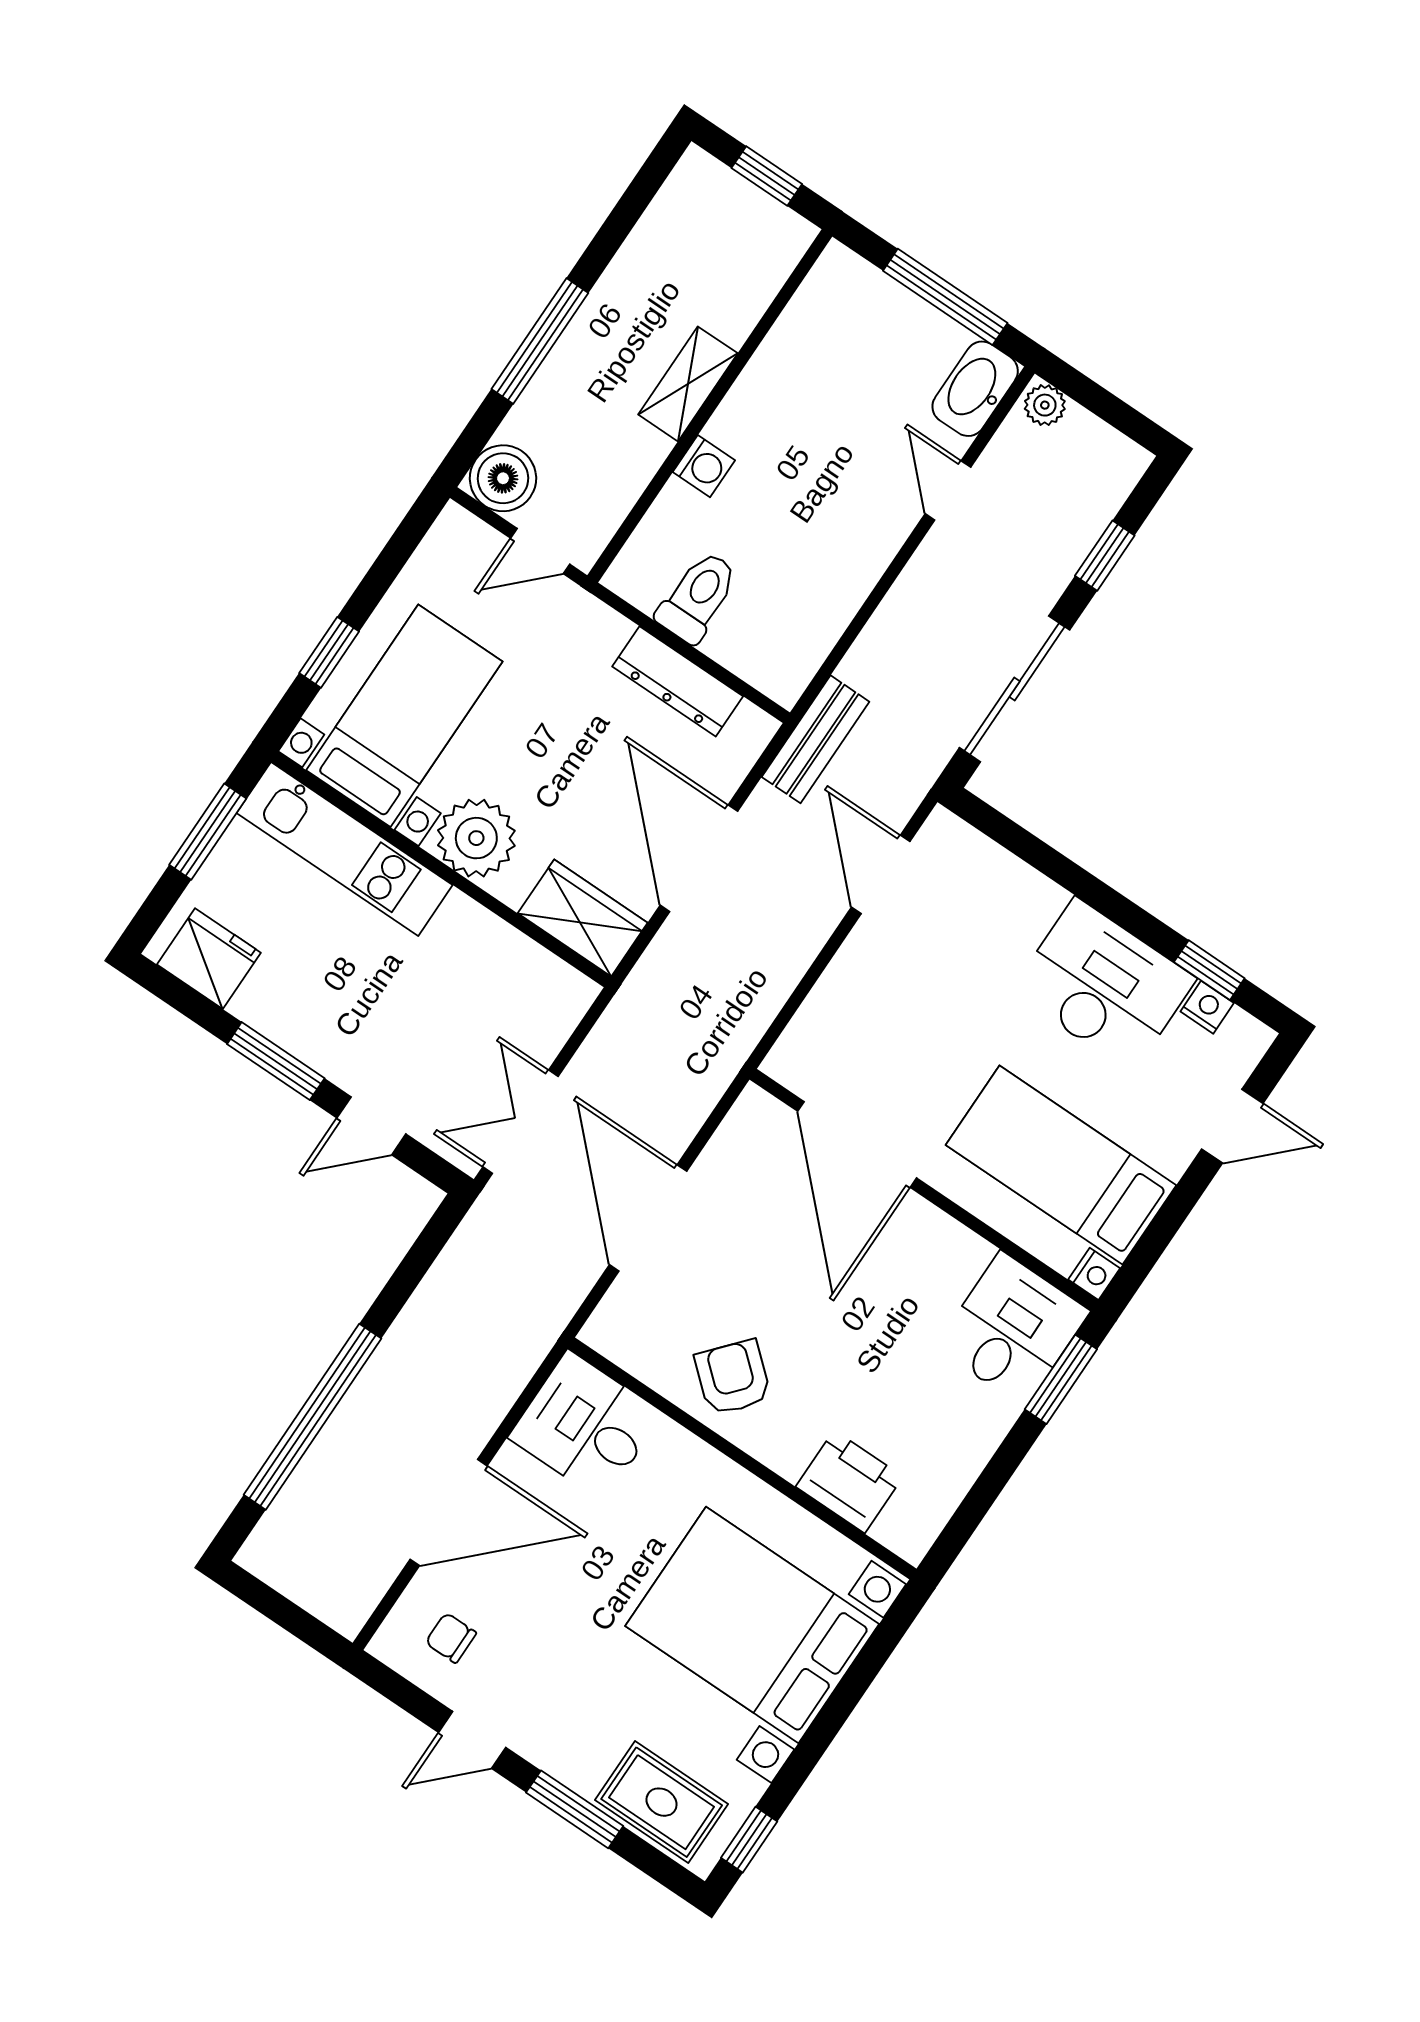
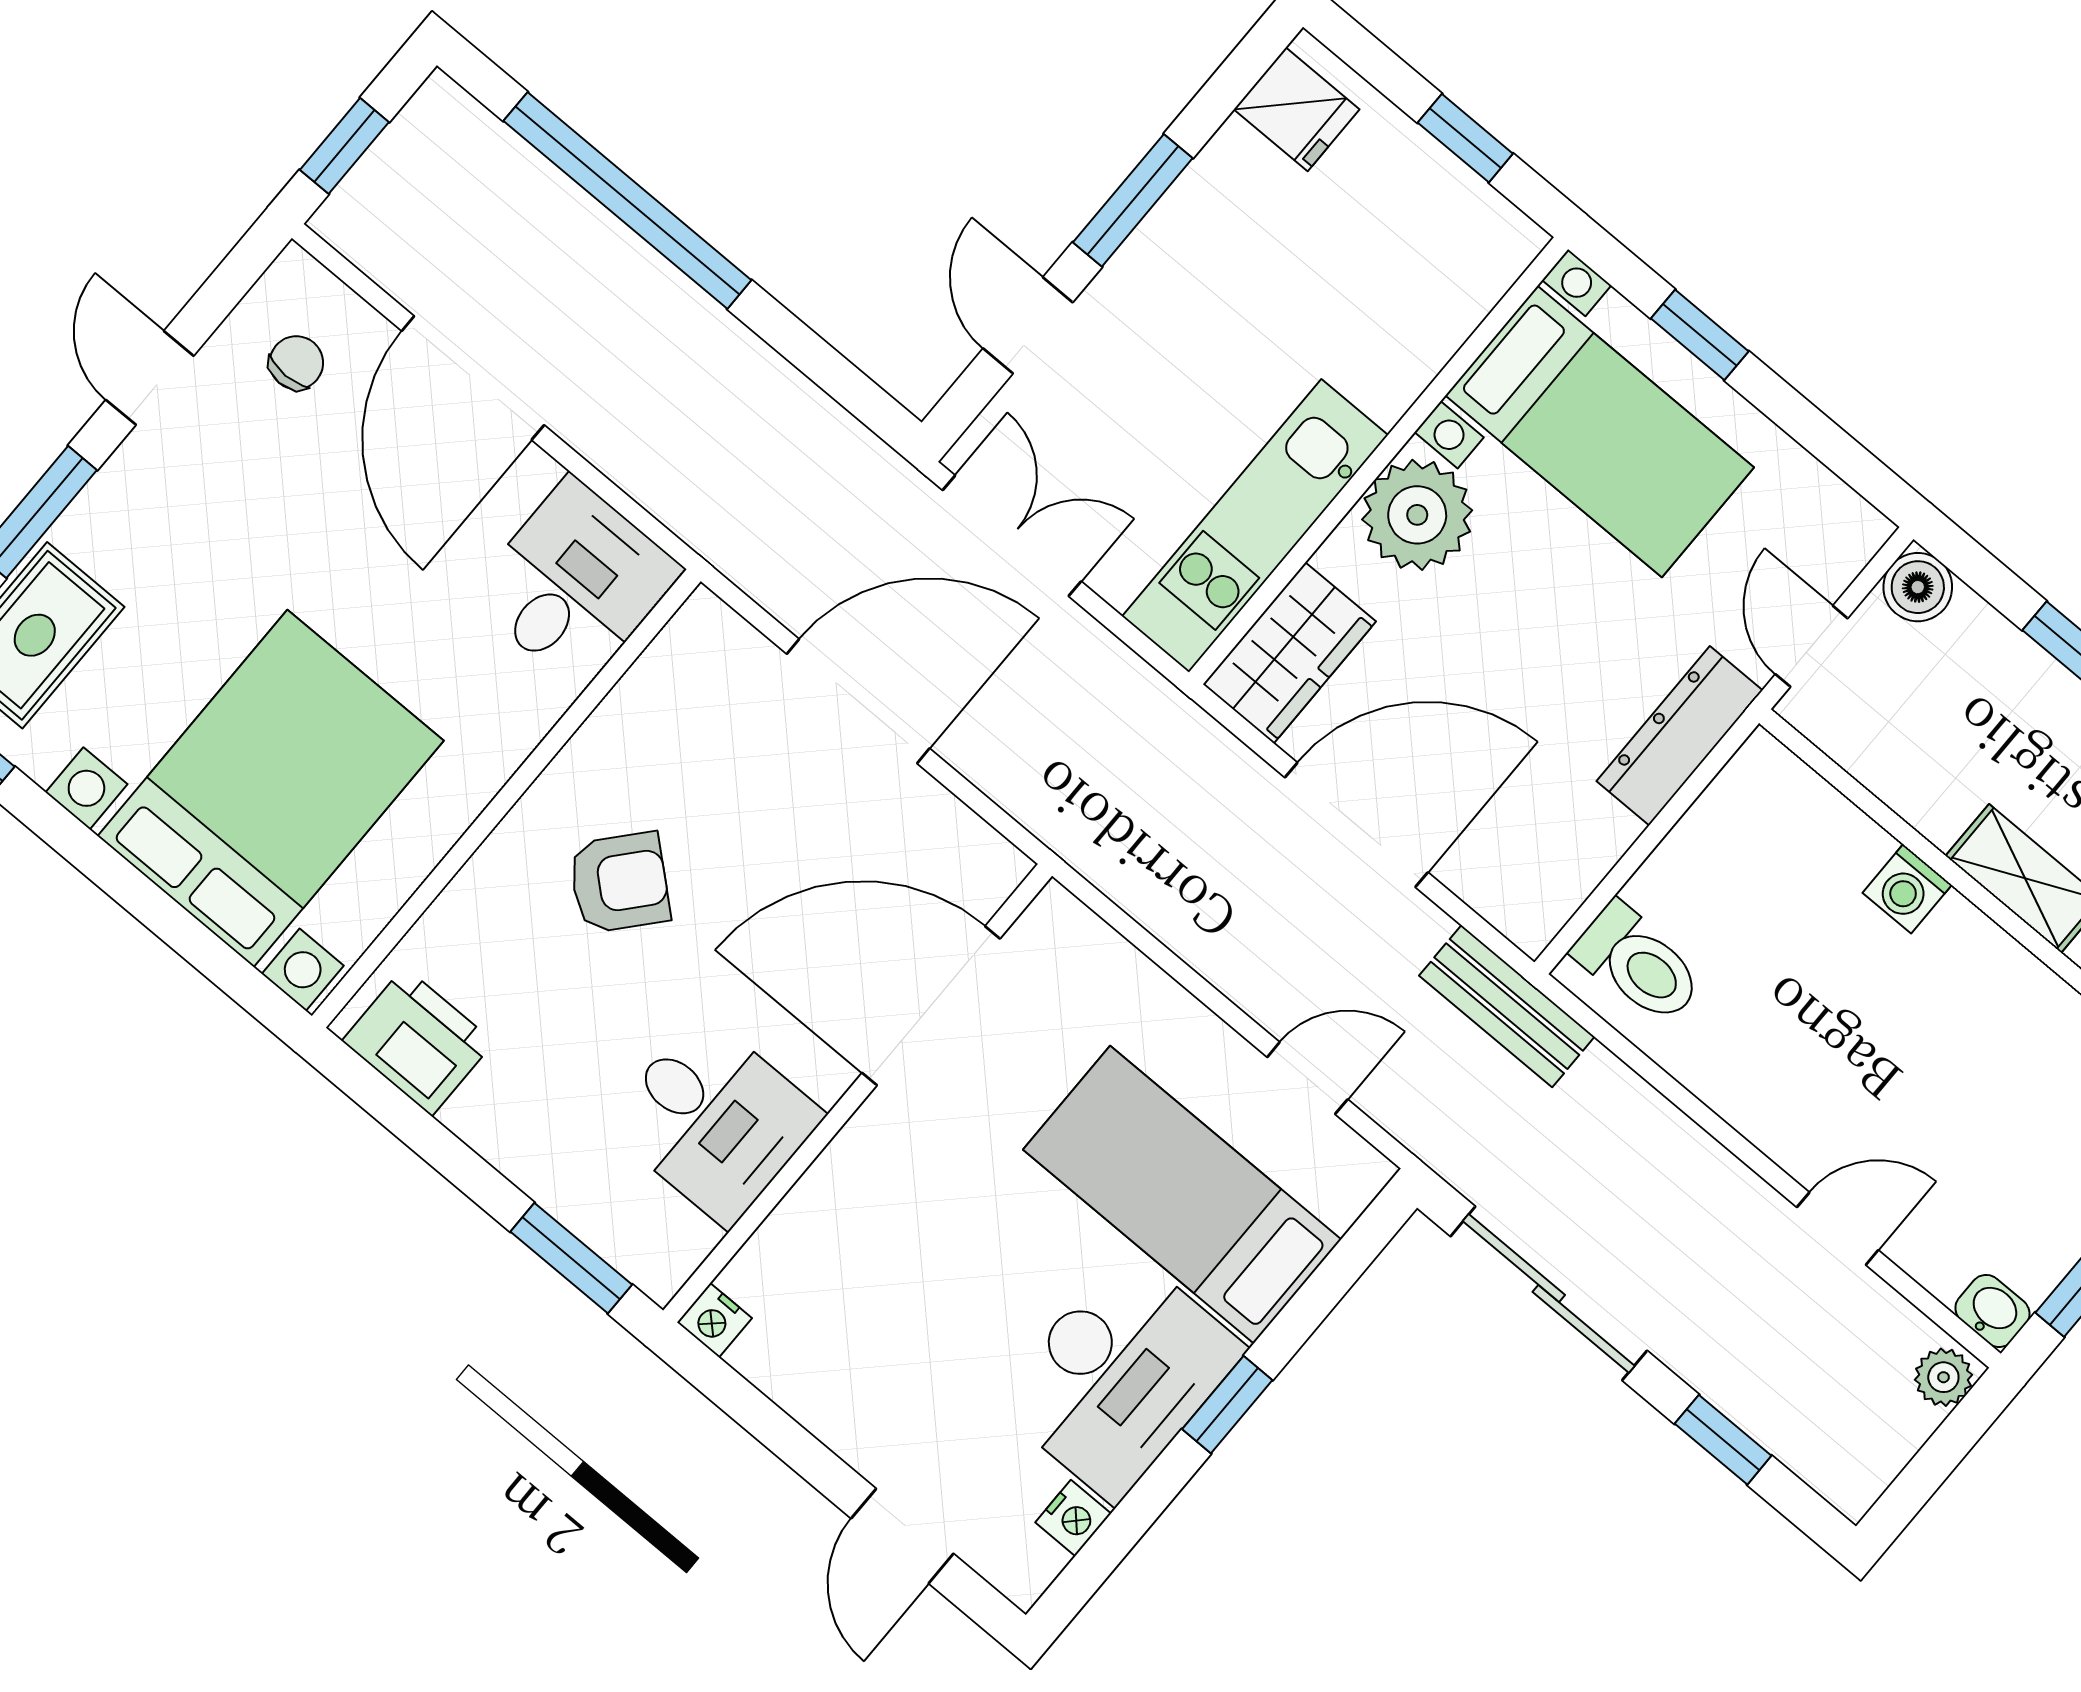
washbasin: (975, 389) -> (1992, 1311), width x0.52, depth x0.69
boiler: (503, 478) -> (1918, 587), width x0.73, depth x0.73
toilet: (698, 597) -> (1638, 964), moved
dresser: (678, 681) -> (1680, 736), moved
window: (208, 832) -> (1465, 138), width x0.67
kitchen unit: (345, 849) -> (1255, 526), moved
door: (881, 874) -> (1307, 1078), width x0.73
fridge: (209, 959) -> (1297, 109), width x0.72
window: (1209, 970) -> (1227, 1405), moved
bed: (1061, 1165) -> (1182, 1195), moved, turned -90
desk: (1013, 1329) -> (714, 1120), moved
armchair: (733, 1377) -> (620, 883), moved
printer: (849, 1482) -> (418, 1041), moved, turned -90
window: (295, 1620) -> (344, 146), added

